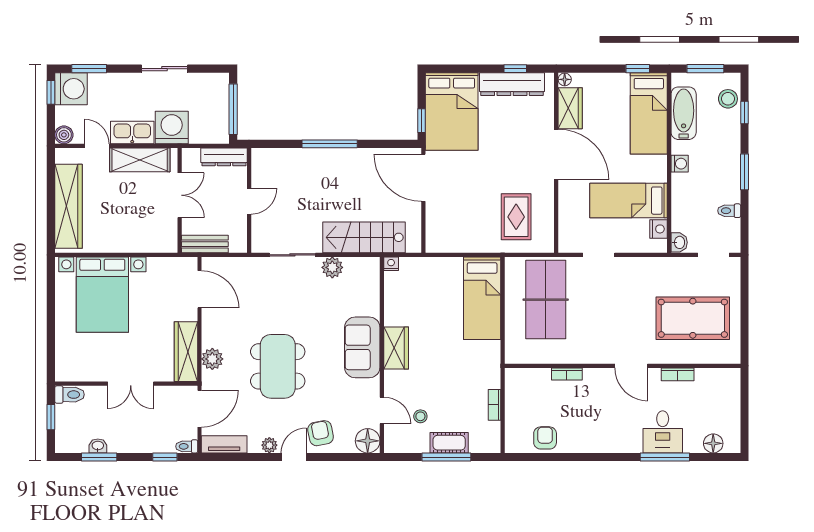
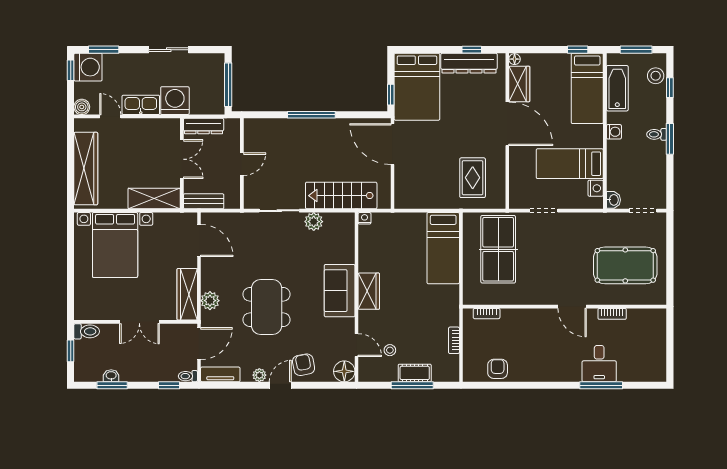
dresser: (224, 157) -> (204, 126), moved
shelving: (140, 160) -> (154, 199), moved
toilet: (729, 211) -> (657, 134), moved
bookcase: (567, 374) -> (487, 314), moved
floor lamp: (713, 443) -> (643, 374), removed

